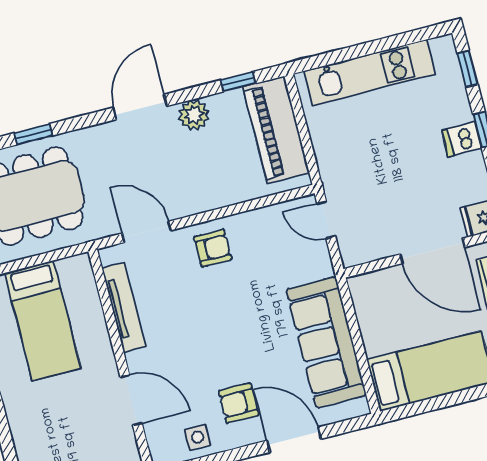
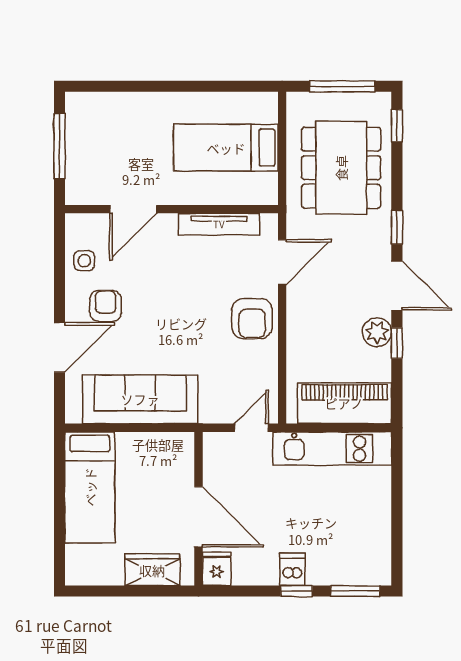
window: (468, 69) -> (355, 591), width x1.50
kitchen unit: (370, 72) -> (332, 449), moved, turned -90
window: (238, 82) -> (397, 343), moved
window: (33, 134) -> (397, 227), moved
armchair: (213, 248) -> (252, 319), width x1.38, depth x1.38
door: (432, 251) -> (198, 517), swing flipped

